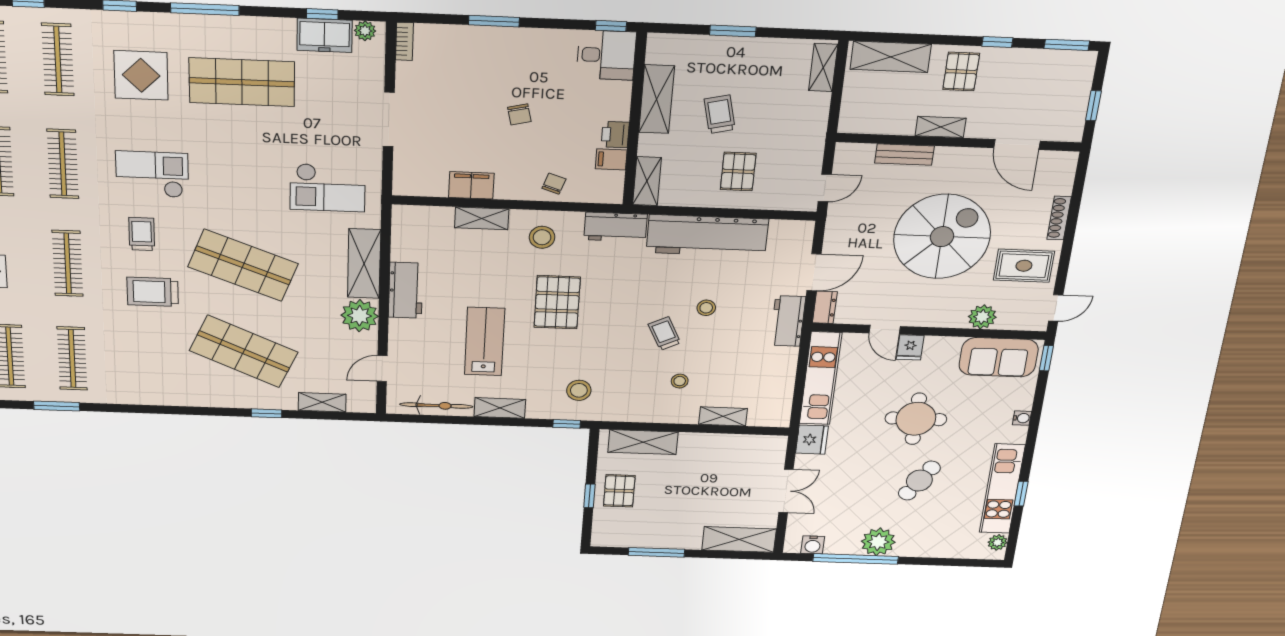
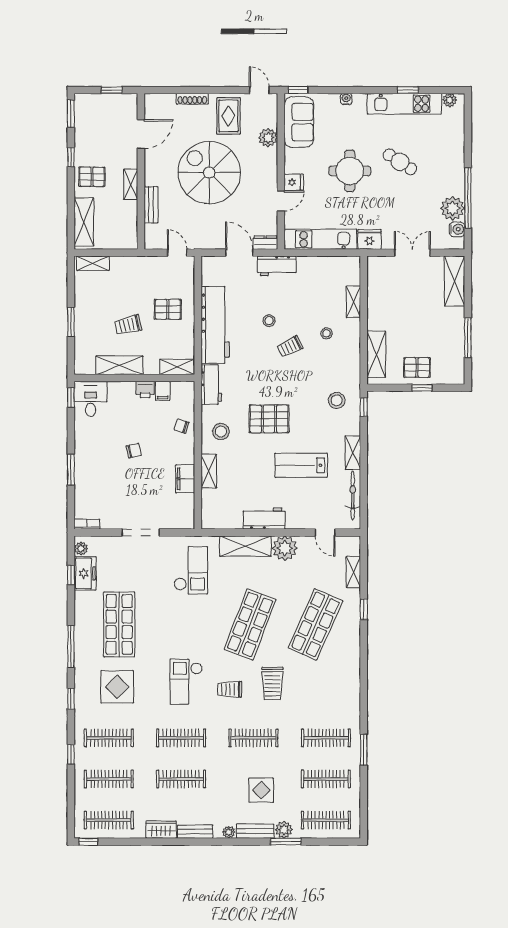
plant: (878, 542) -> (453, 208), moved

